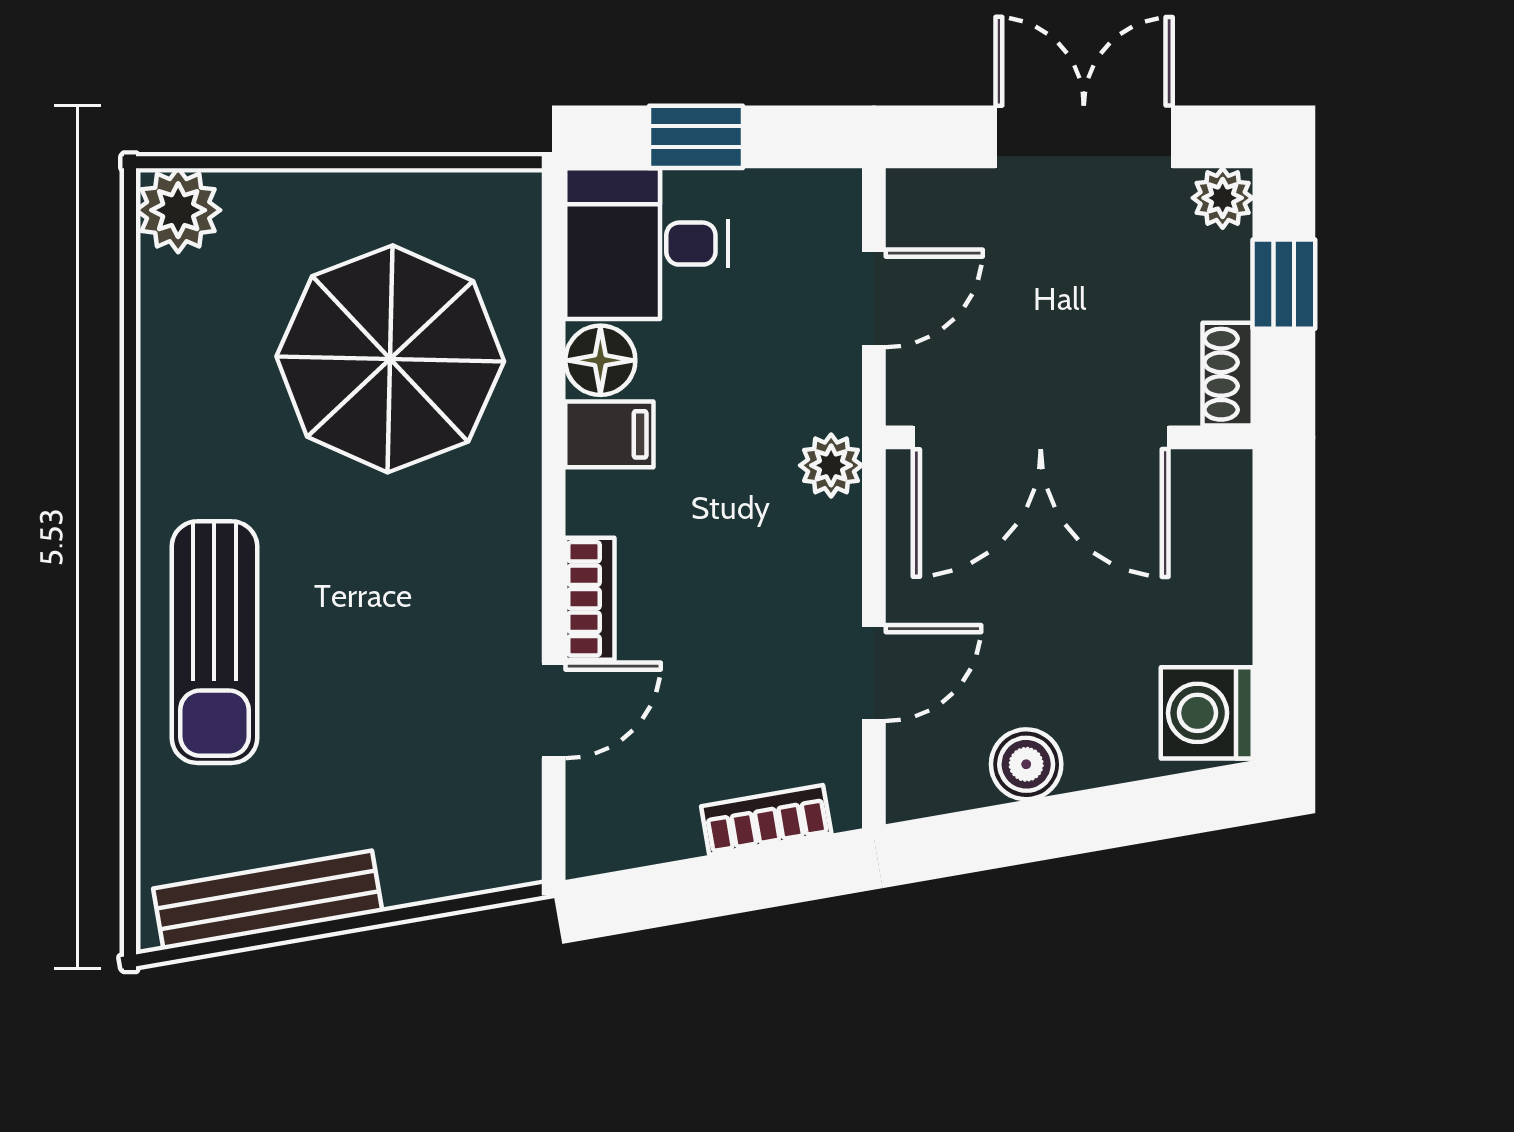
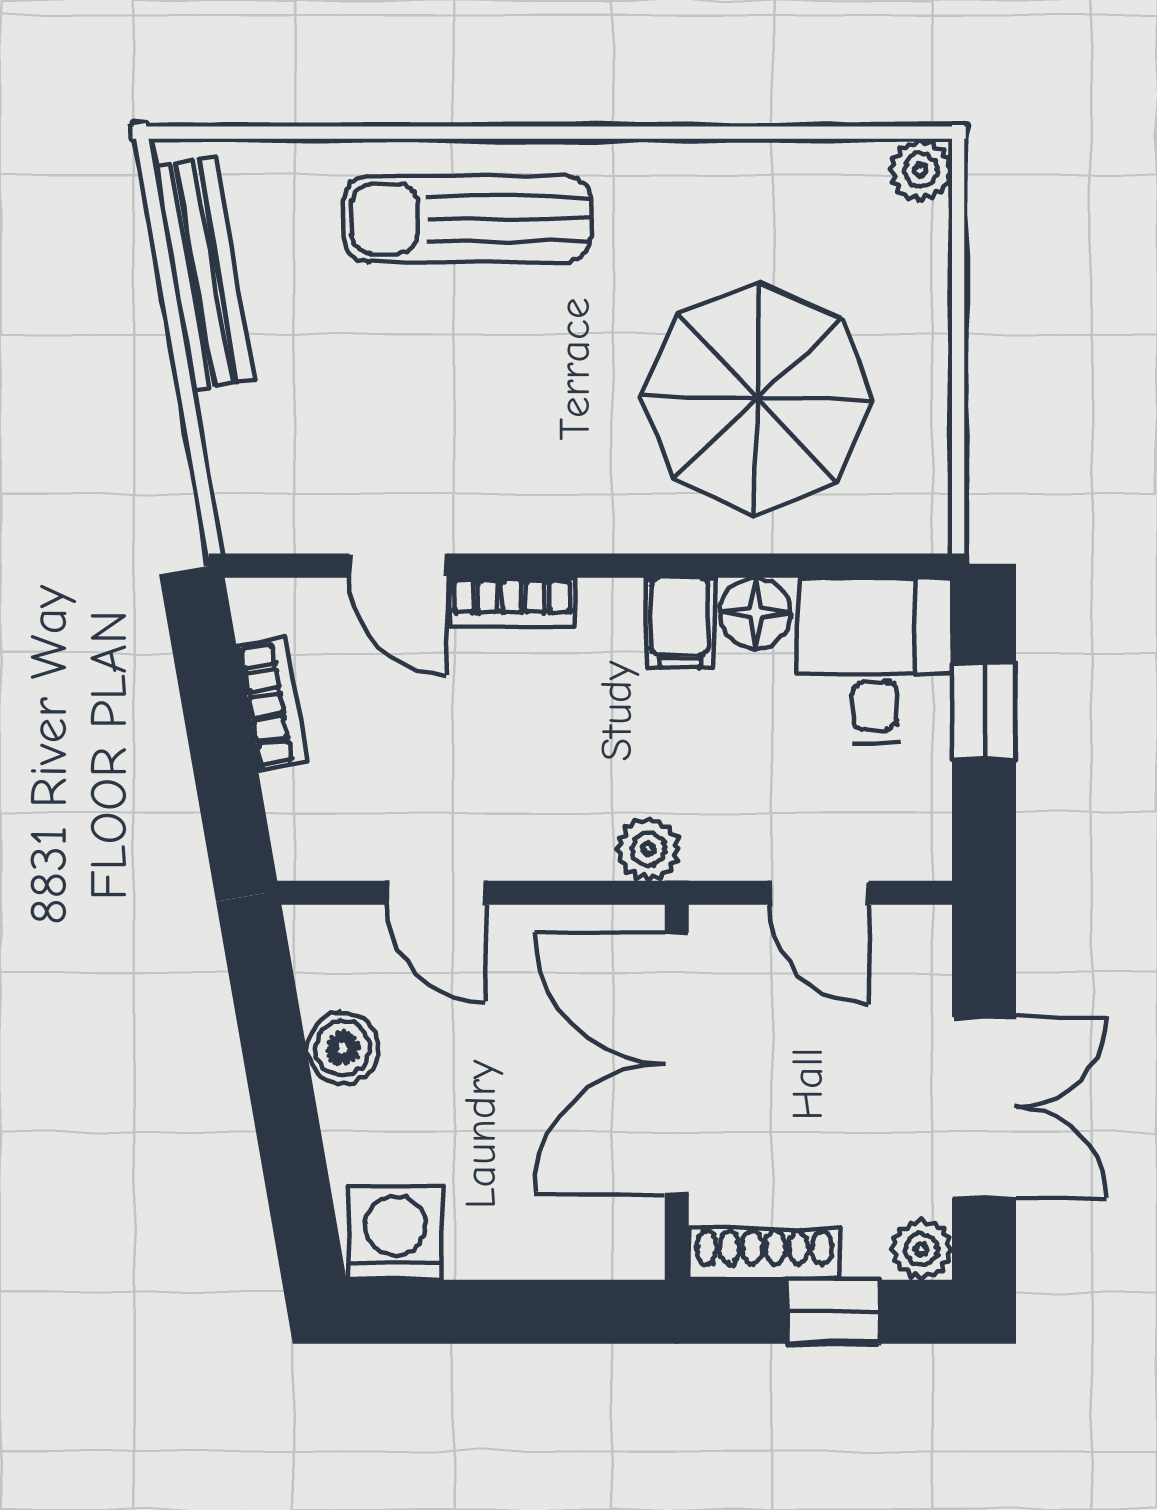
plant: (178, 210) -> (921, 170), width x0.73, depth x0.73
shoe rack: (1228, 374) -> (764, 1254), width x1.43
bookcase: (766, 820) -> (272, 704), moved

